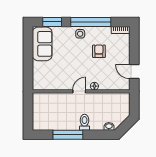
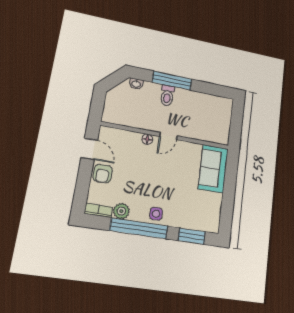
plant: (105, 32) -> (121, 211), added
sofa: (42, 44) -> (213, 169), moved
armchair: (99, 51) -> (103, 174), moved
window: (68, 135) -> (172, 81), moved

